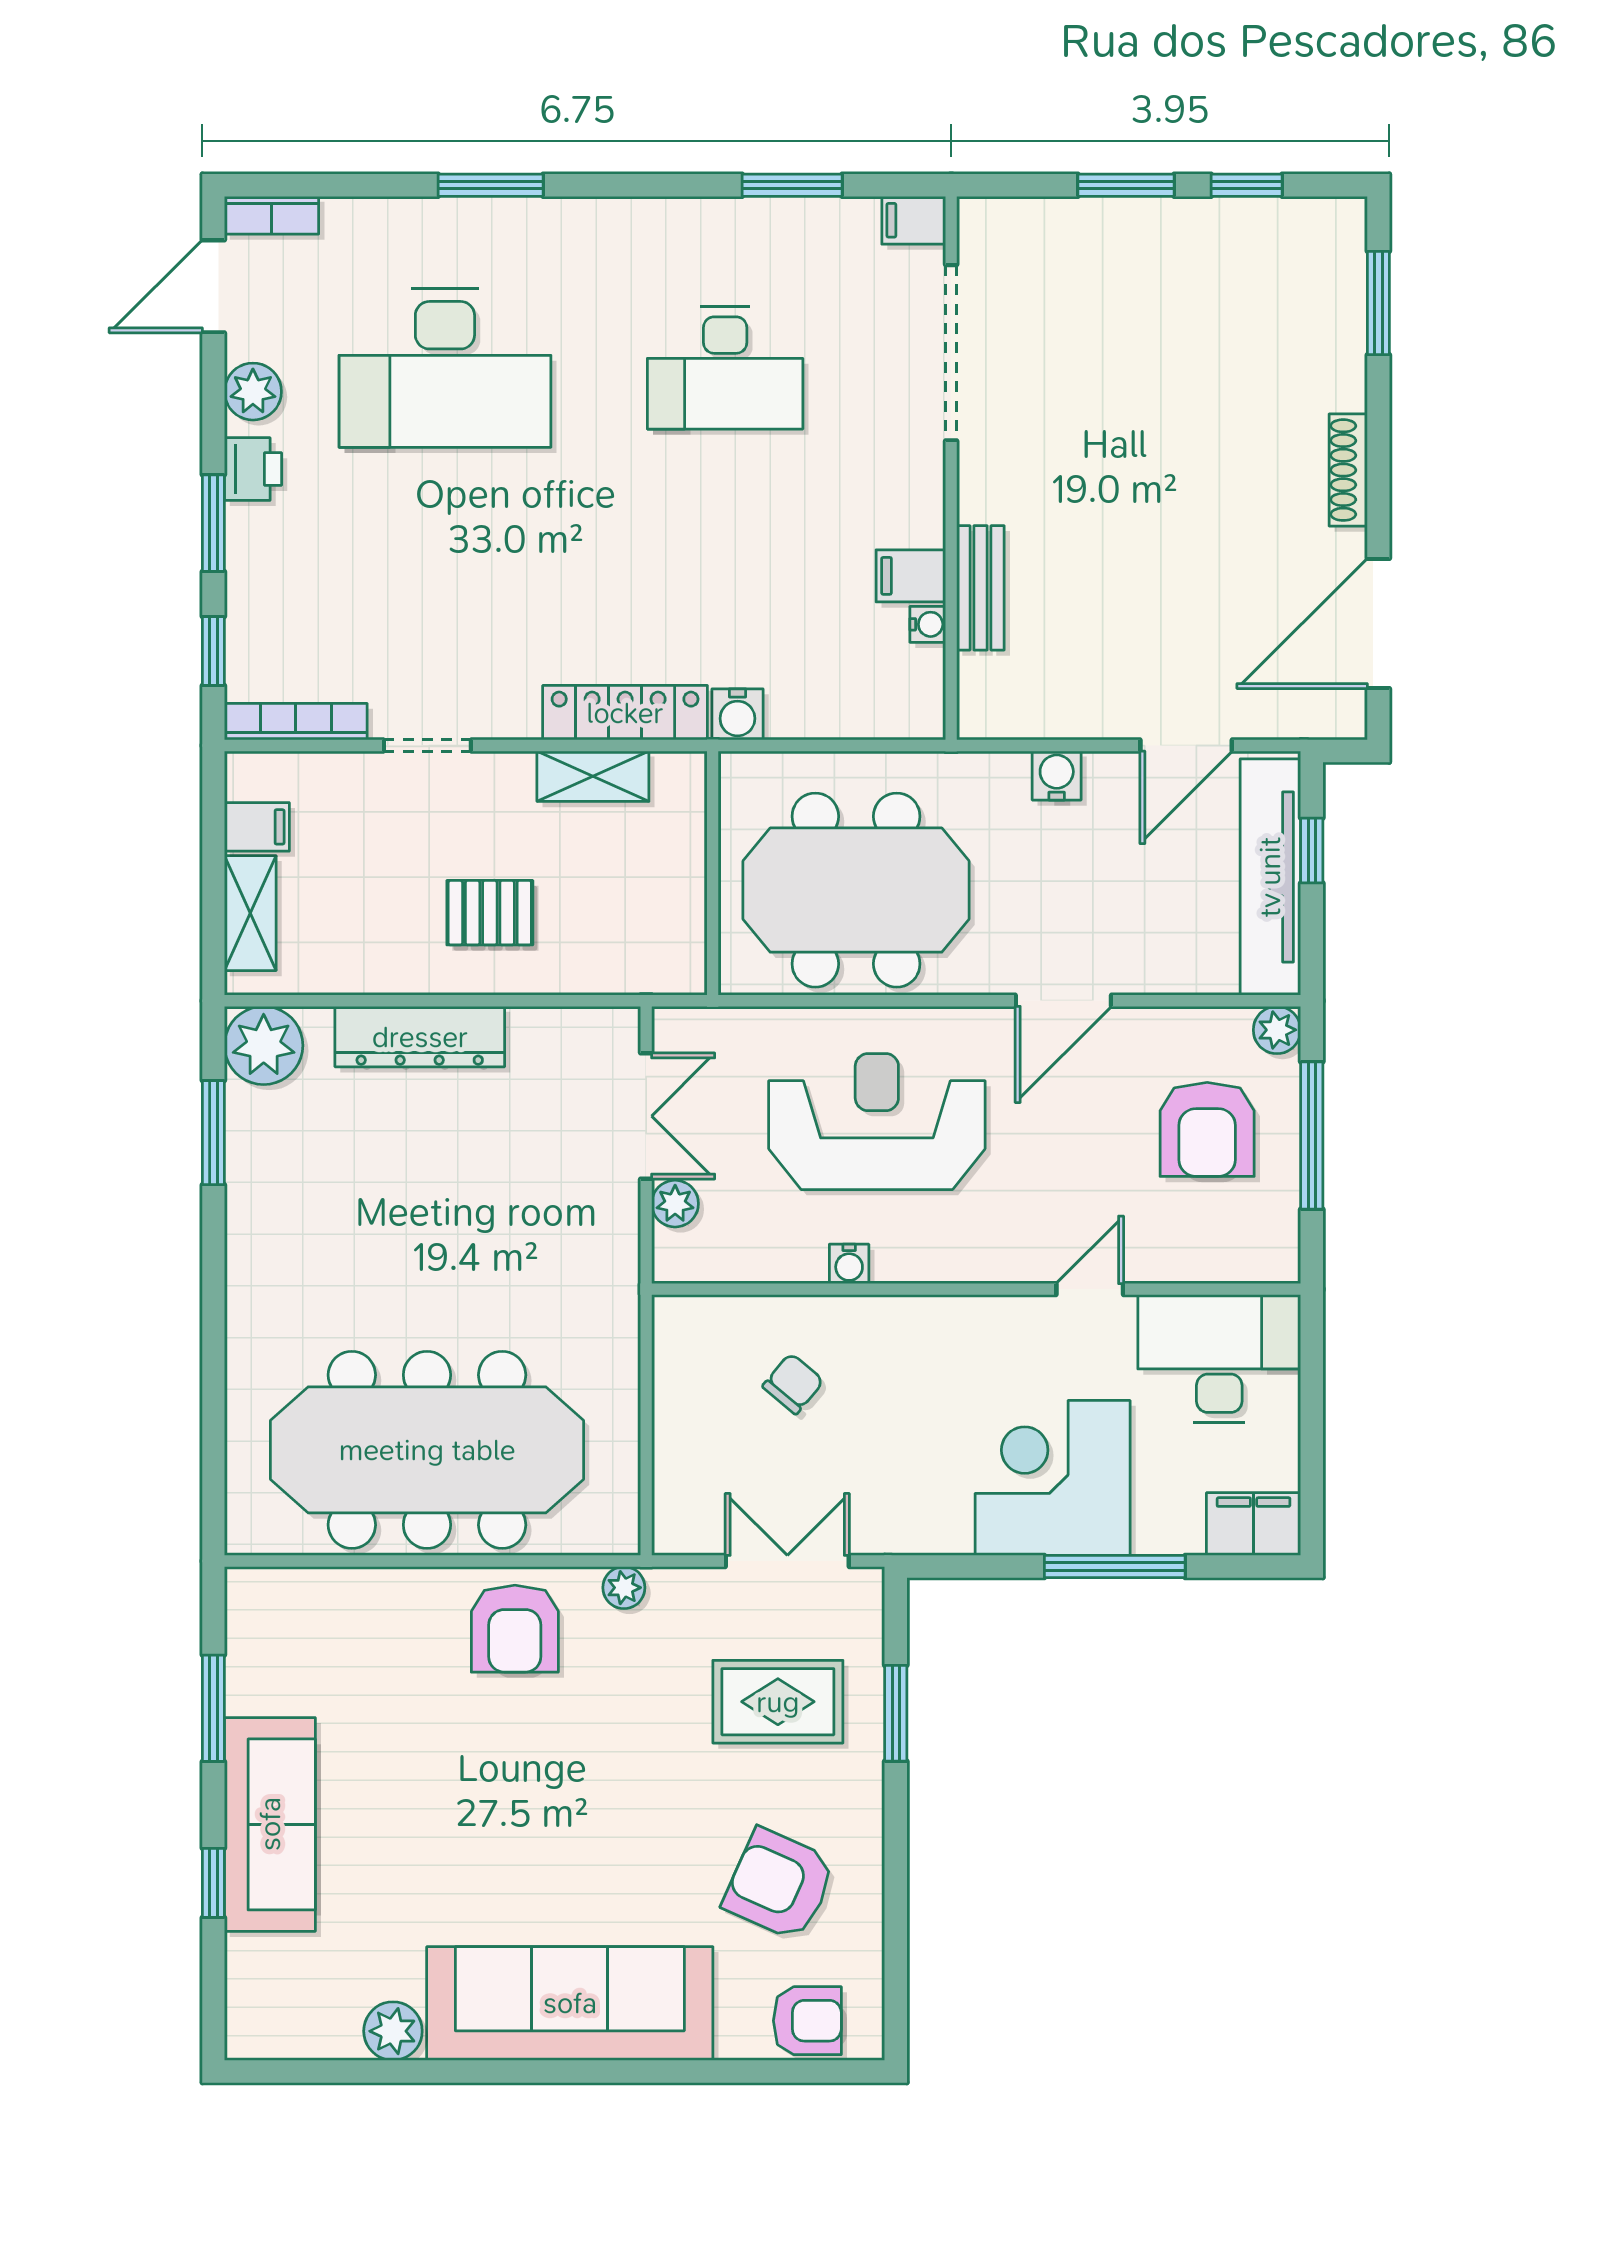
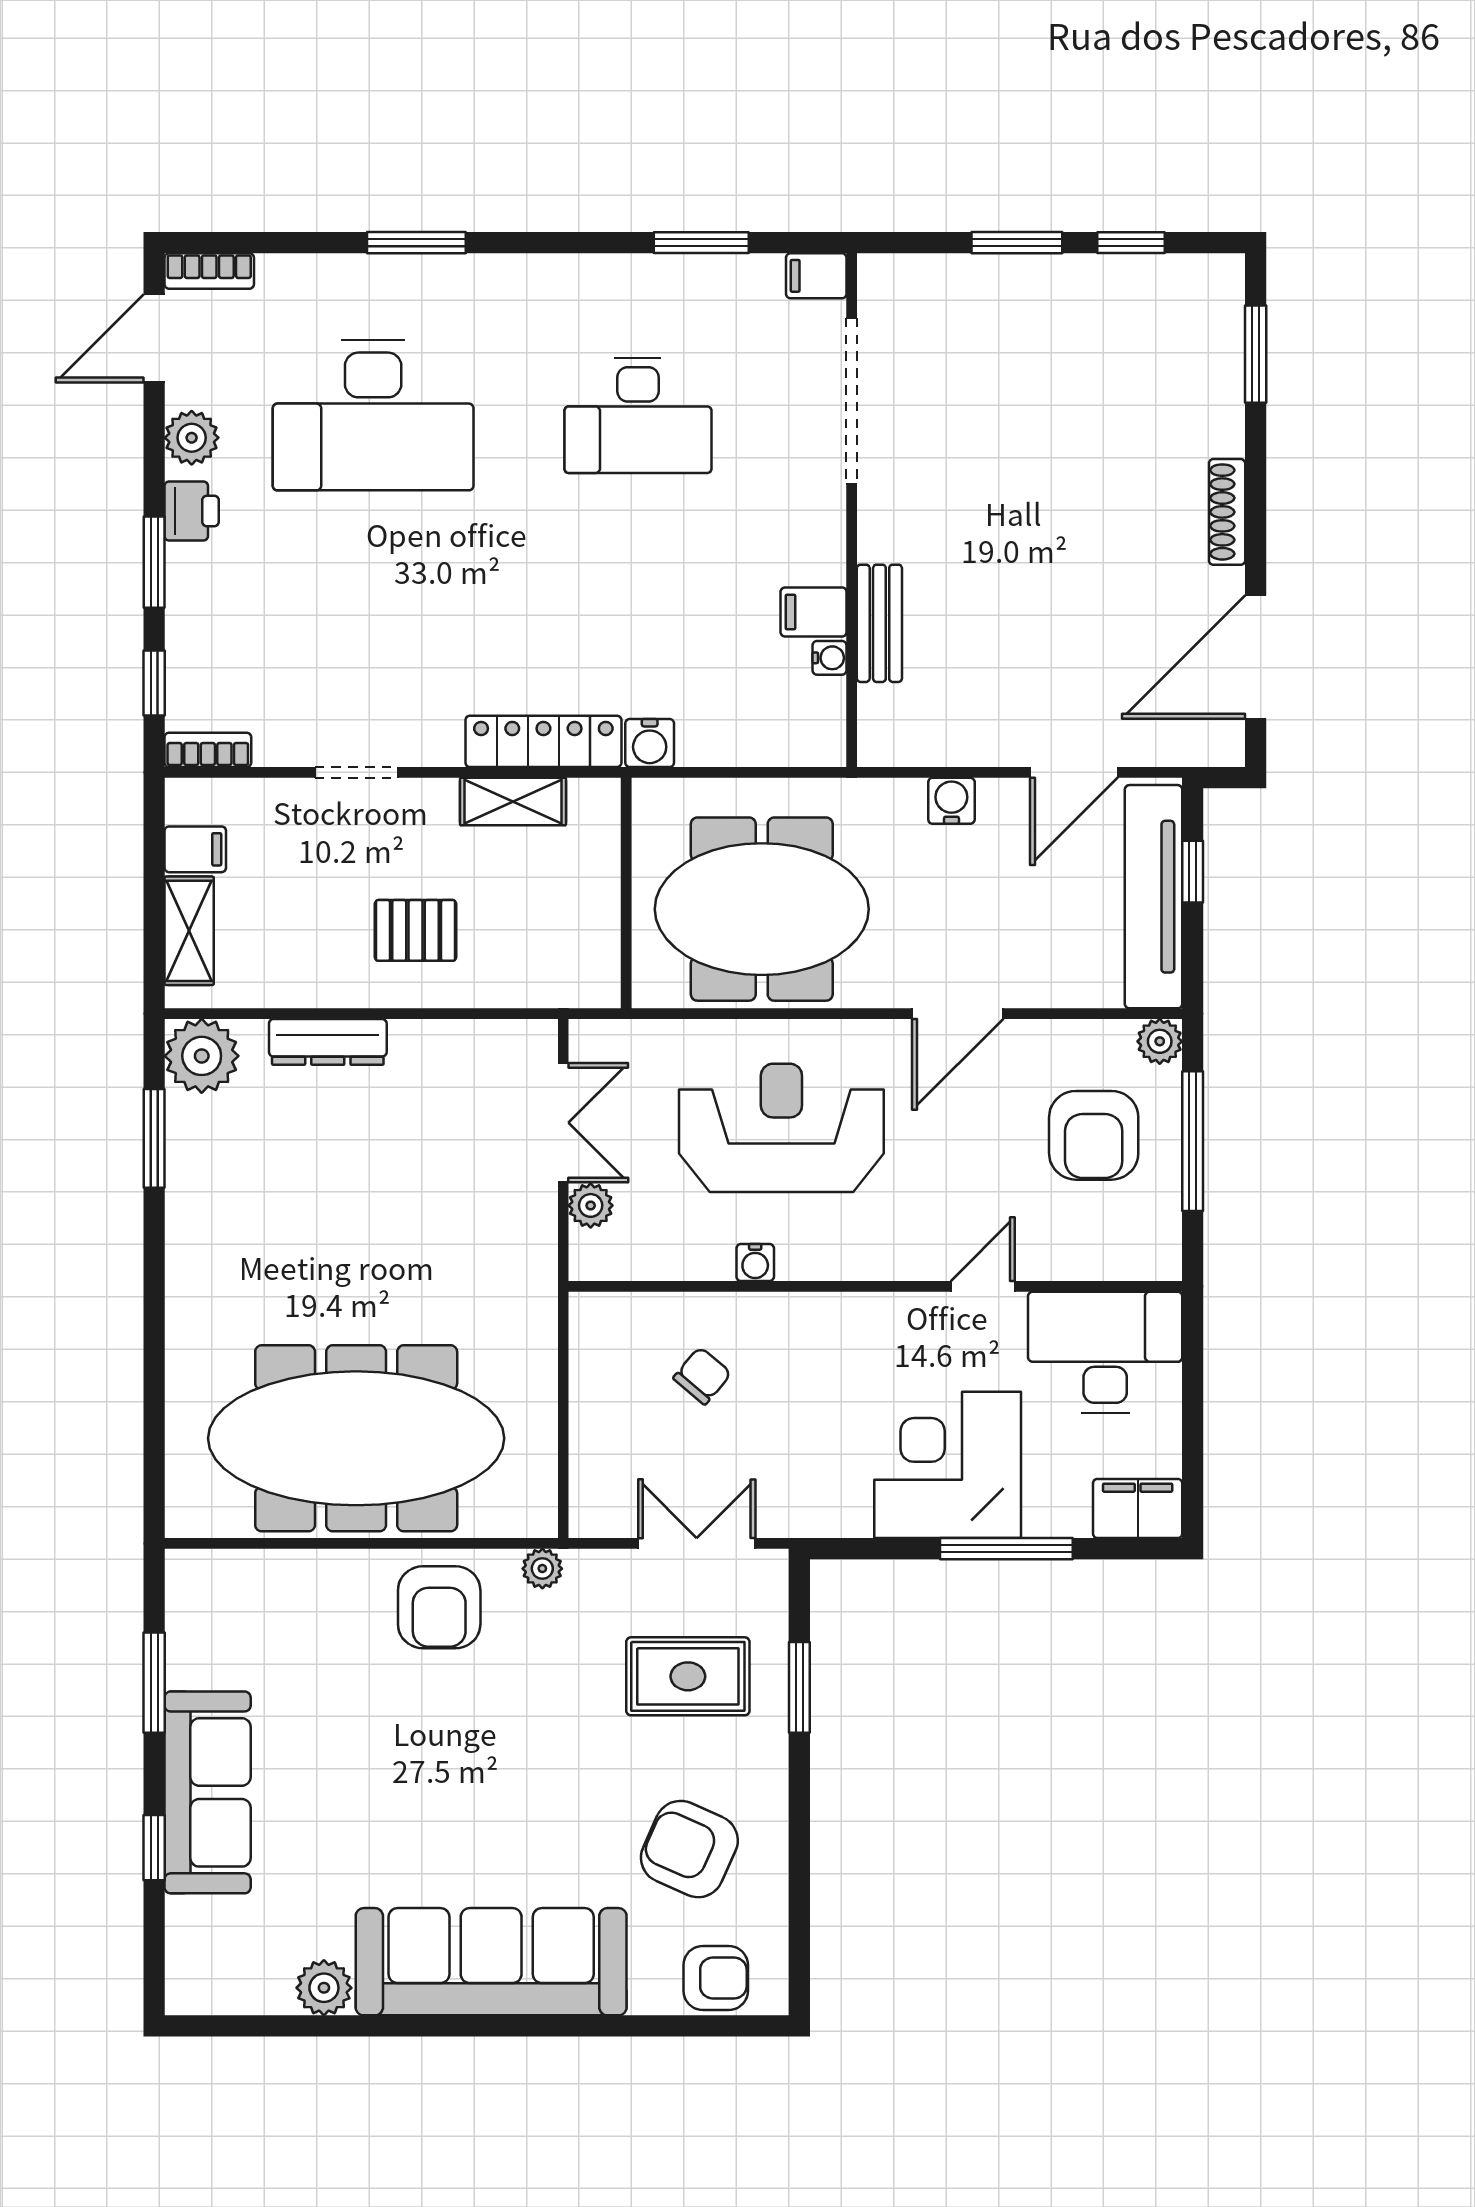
bookcase: (296, 722) -> (208, 750), width x0.64
dresser: (420, 1037) -> (328, 1042), width x0.73, depth x0.80

